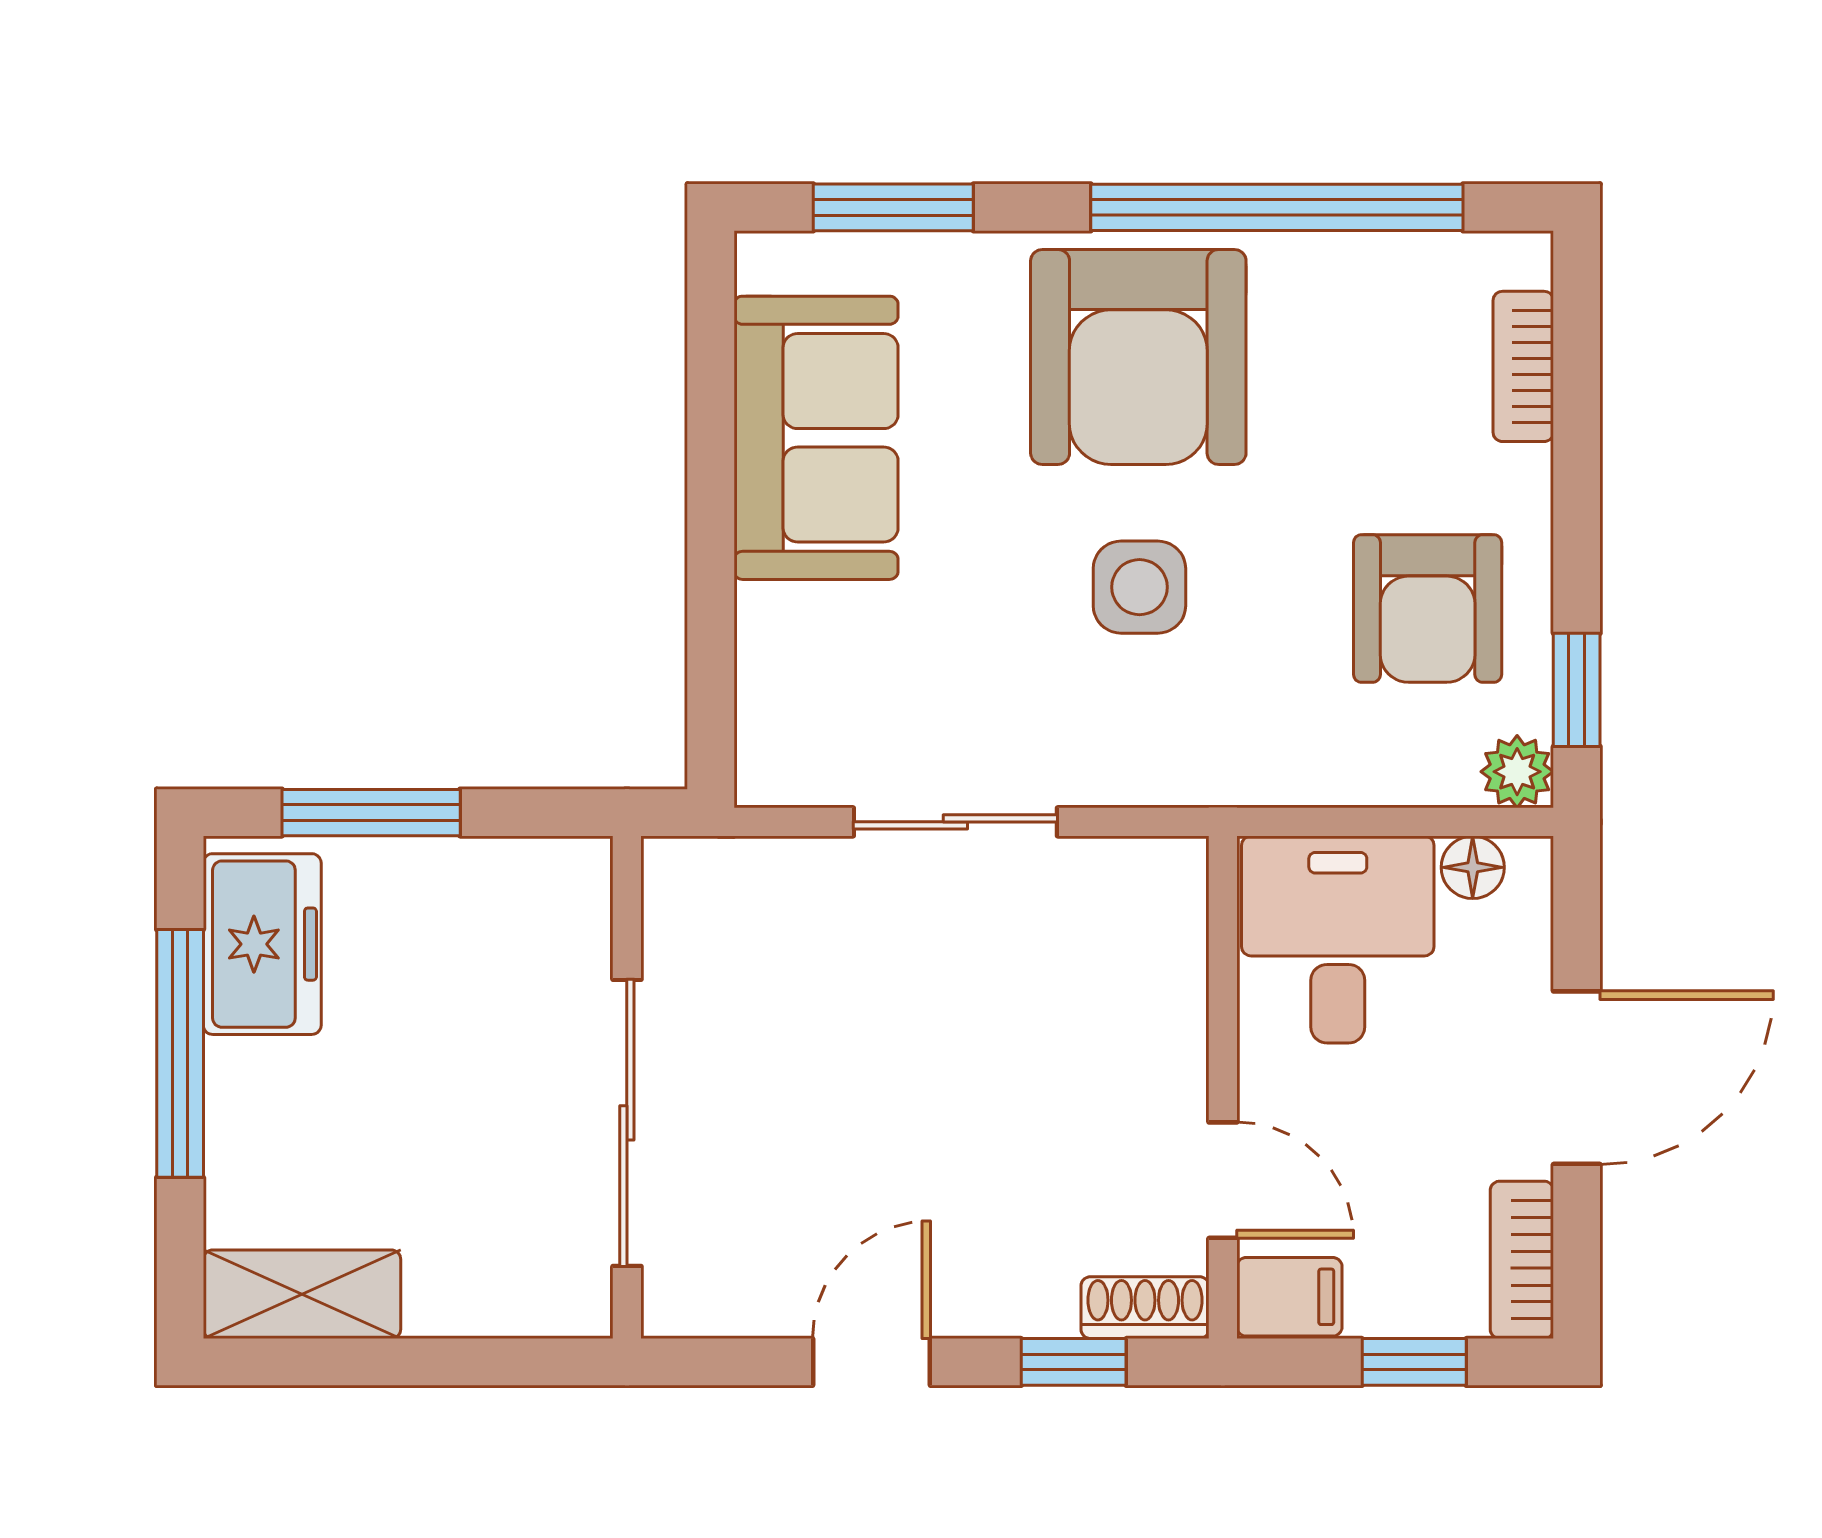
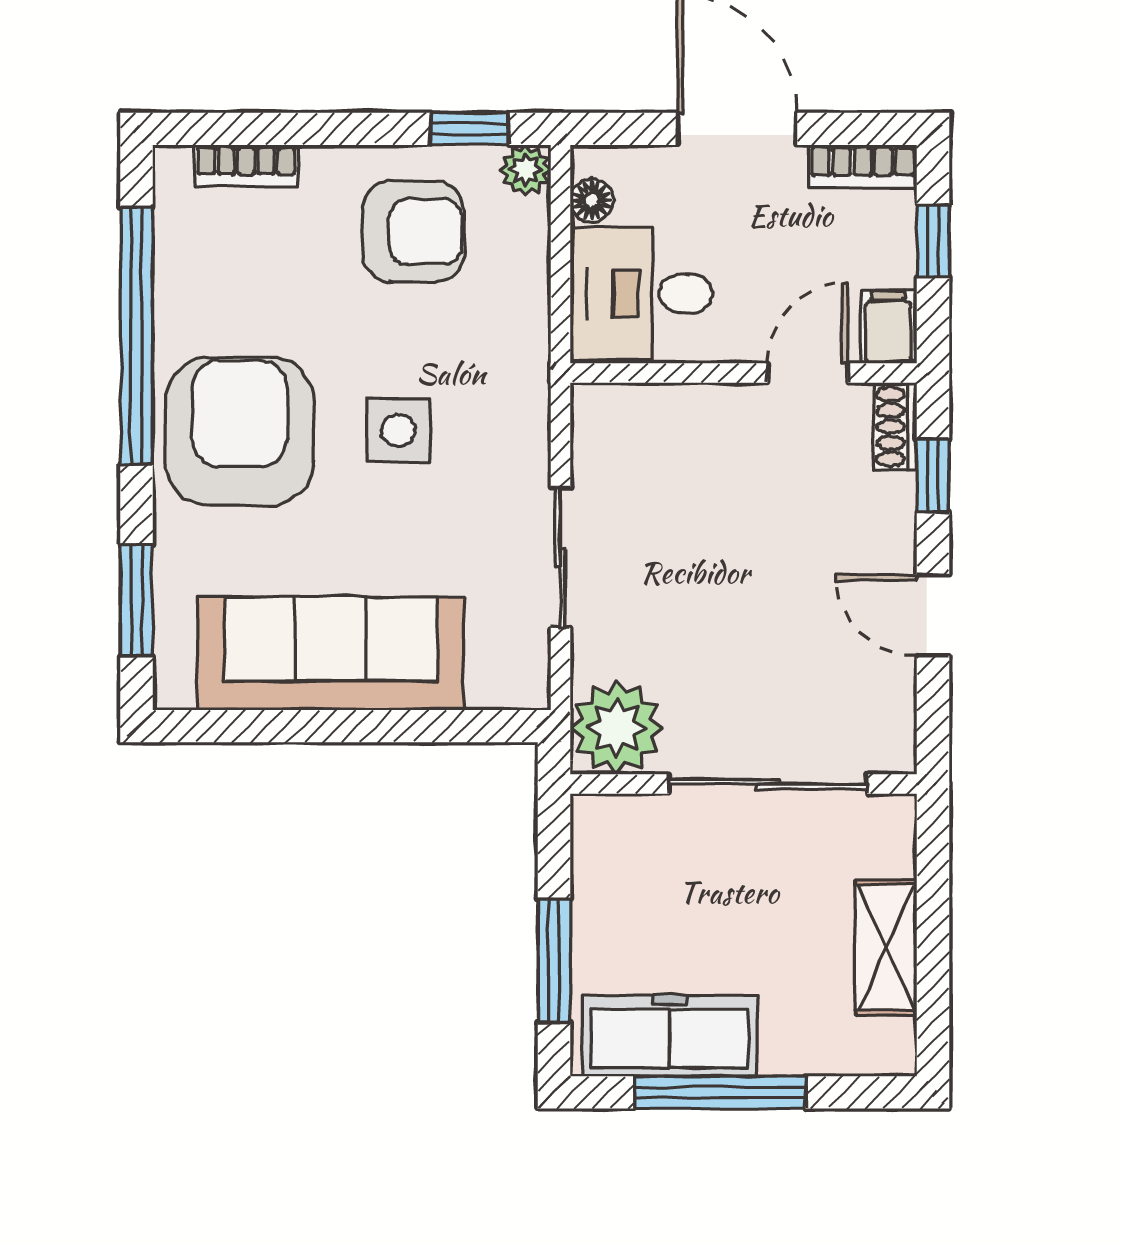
armchair: (1138, 357) -> (240, 431), turned -90
sofa: (816, 438) -> (331, 654), width x1.36
plant: (708, 903) -> (617, 728), added
freezer: (262, 944) -> (670, 1036), width x1.40
shelving: (302, 1294) -> (886, 948), moved

